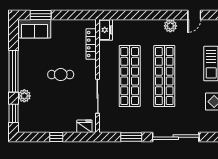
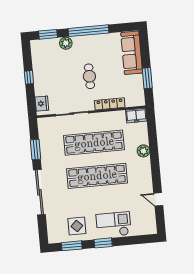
window: (41, 15) -> (147, 78), moved
plant: (170, 26) -> (143, 151), moved
sofa: (35, 29) -> (132, 53), width x1.36
locker: (91, 44) -> (110, 104), moved

